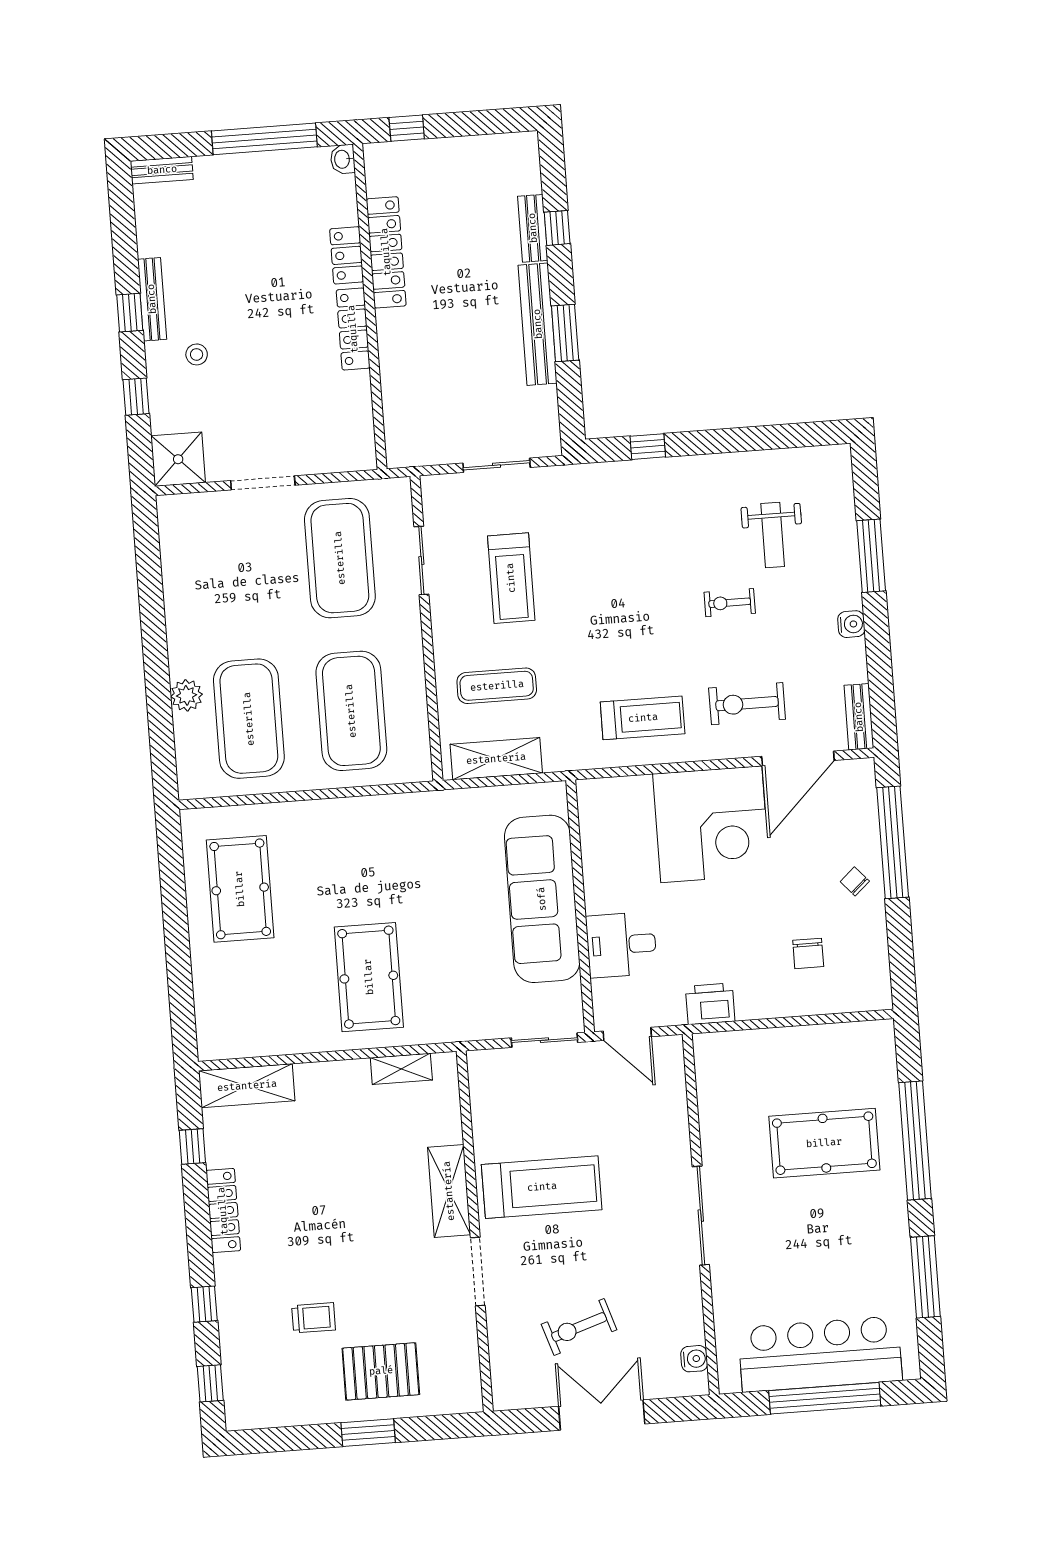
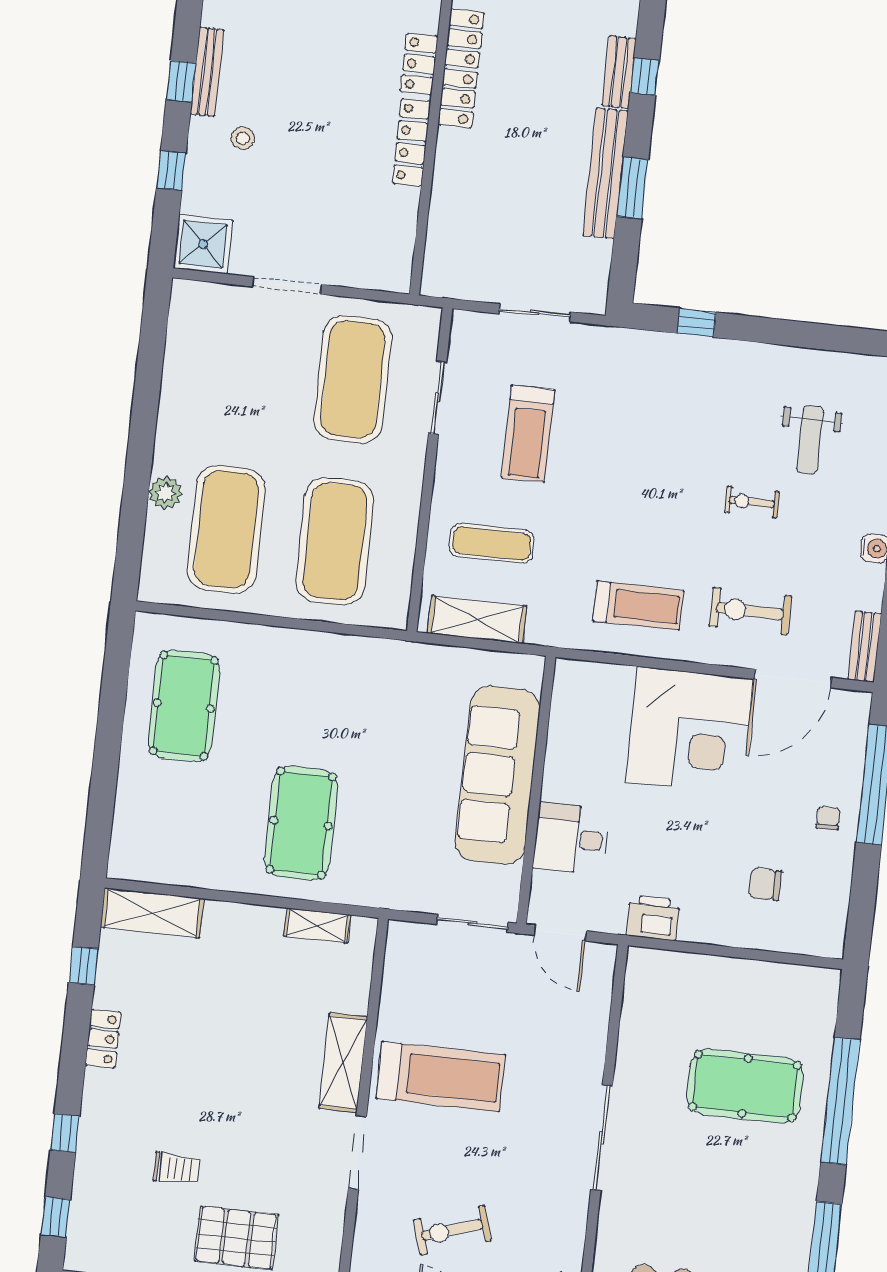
chair: (855, 881) -> (828, 818), turned 42
chair: (808, 953) -> (765, 884), turned 90
locker: (223, 1211) -> (103, 1039), width x0.66

